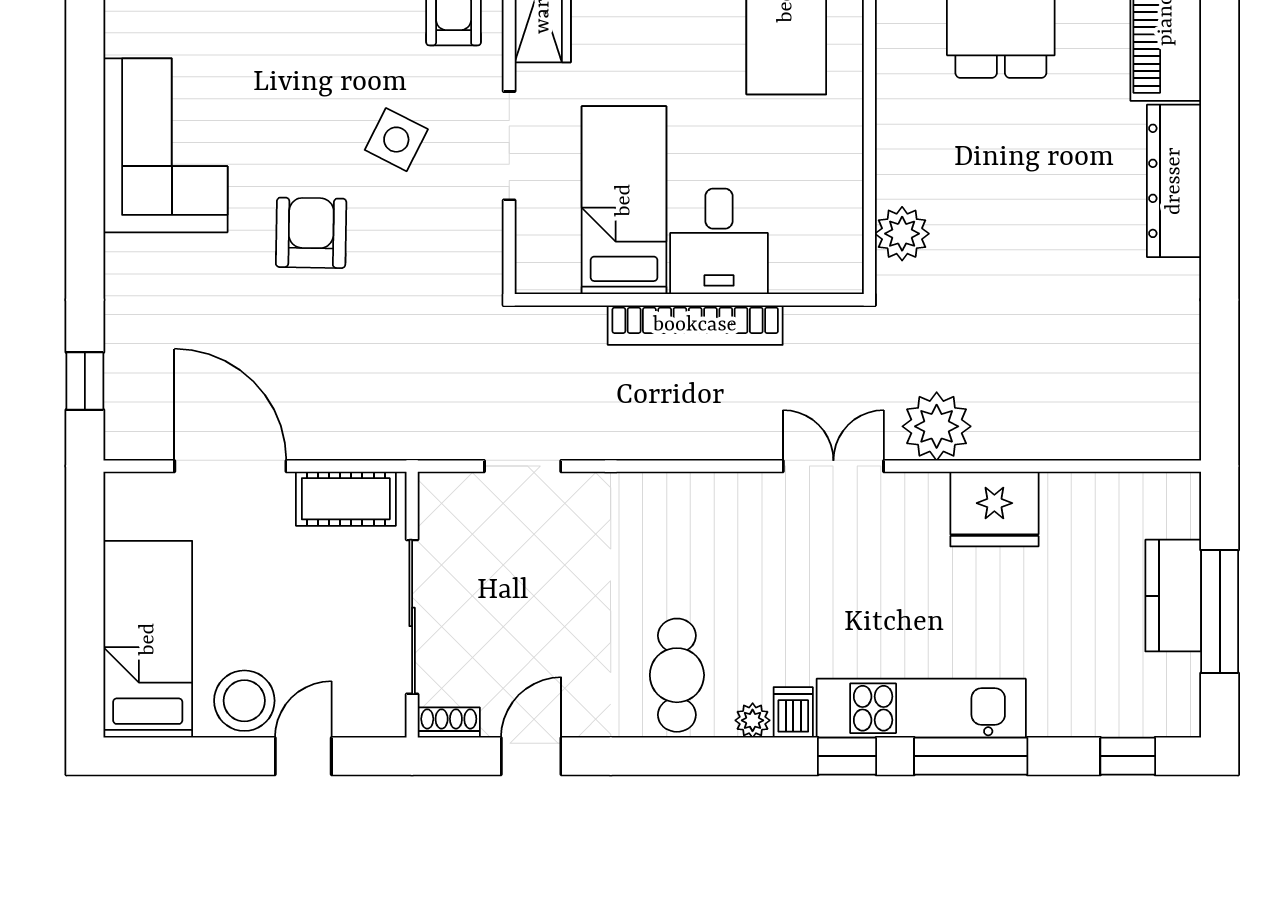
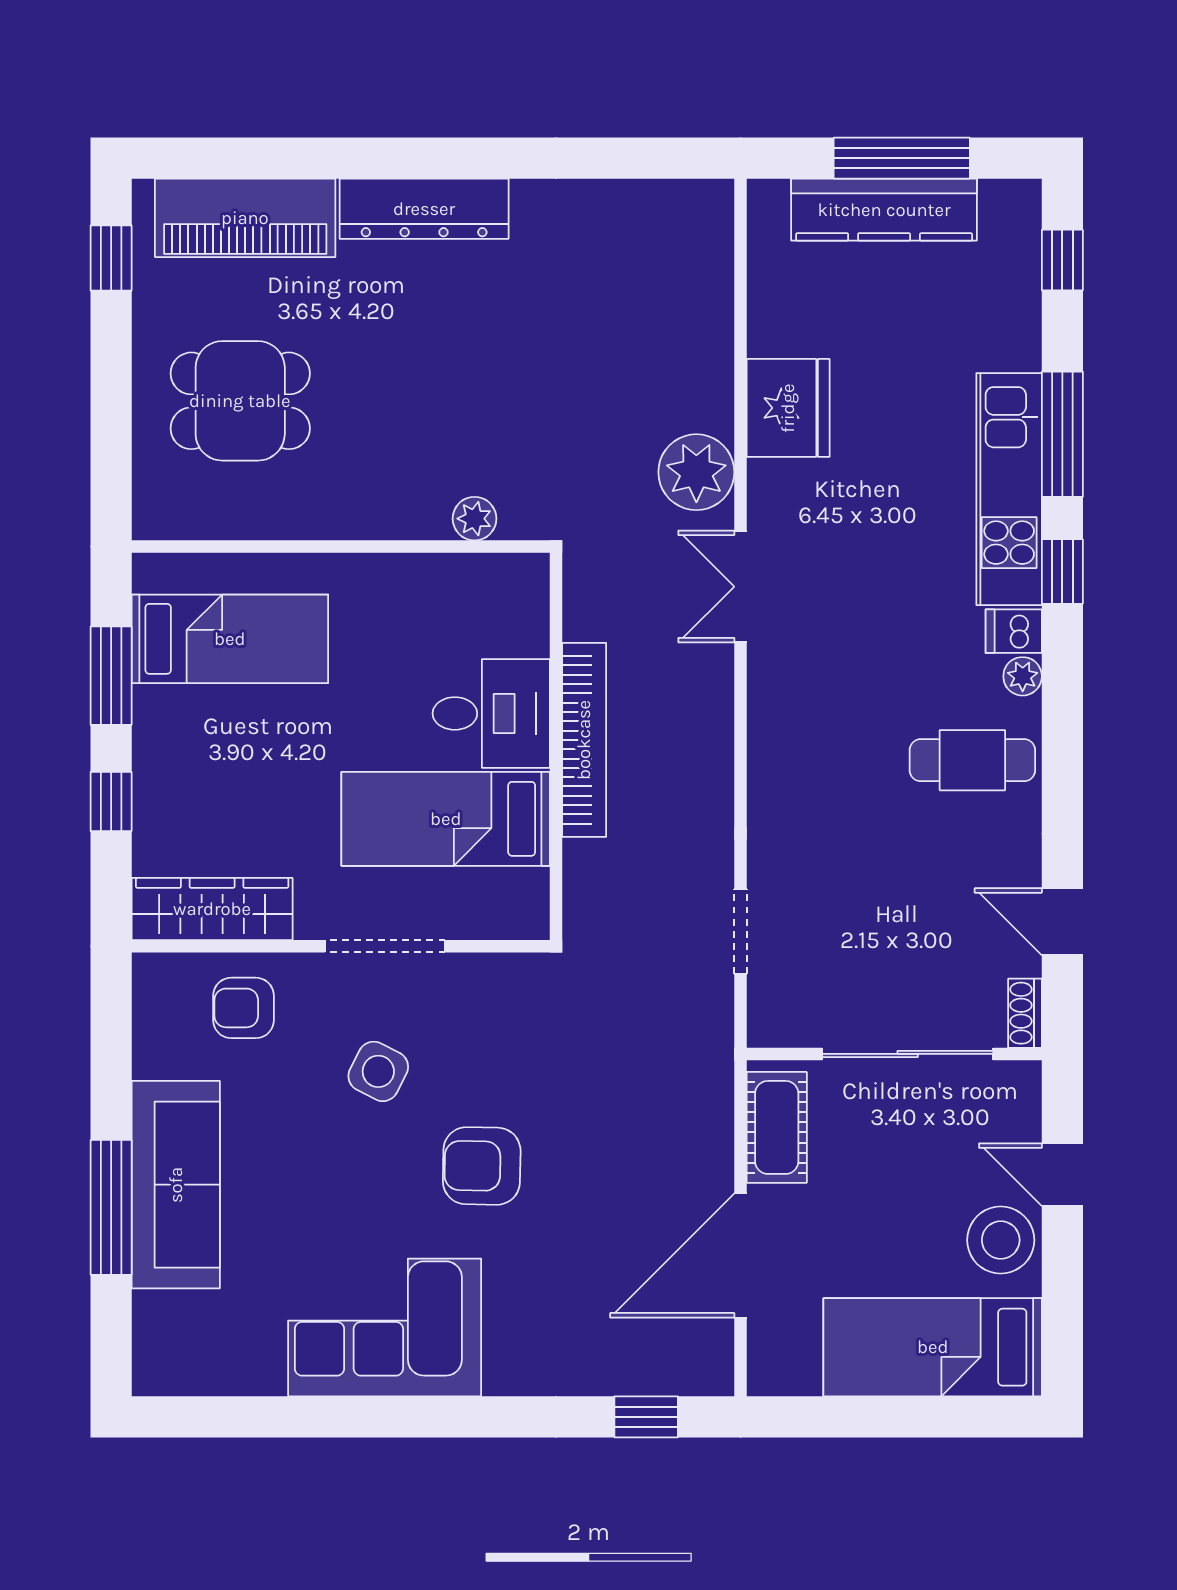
plant: (902, 234) -> (475, 519), width x0.73, depth x0.73
kitchen counter: (1173, 596) -> (884, 210), width x1.50

